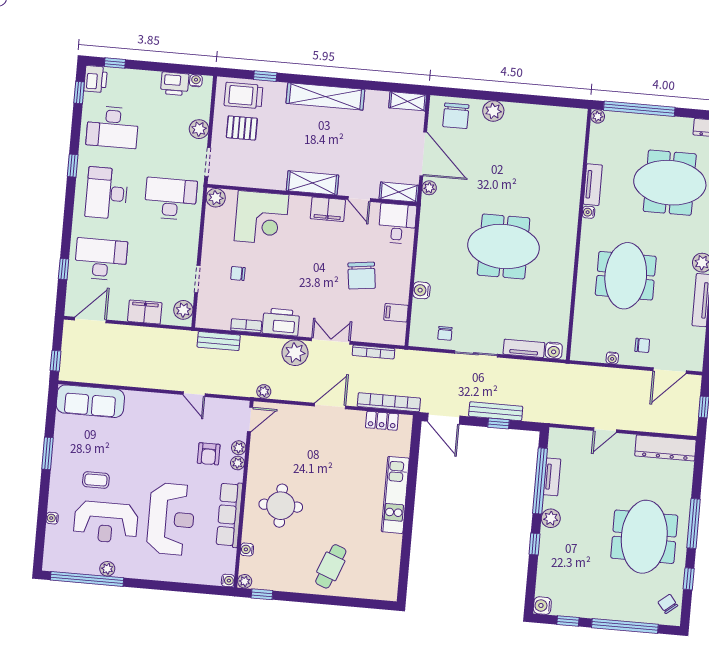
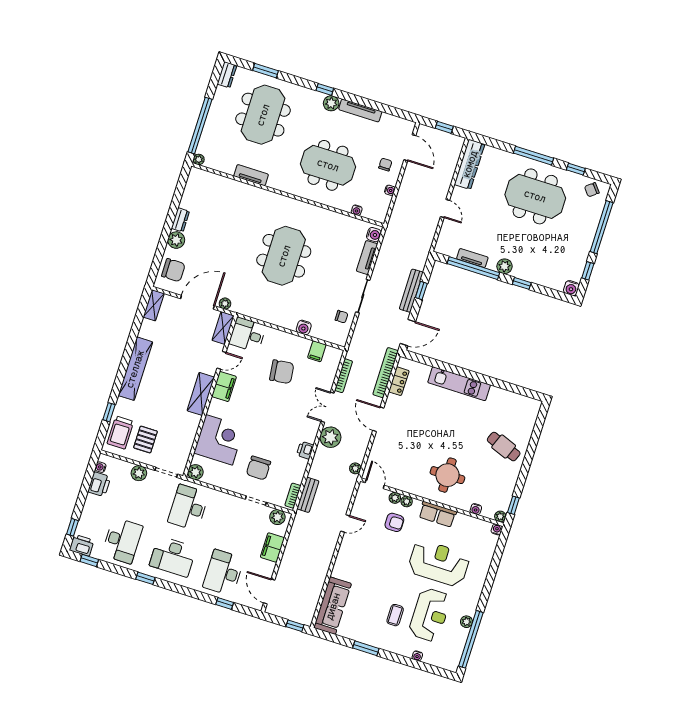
dresser: (519, 111) -> (180, 220), added
water cooler: (589, 212) -> (357, 210), moved
chair: (238, 273) -> (258, 468), width x1.87, depth x1.87
printer: (281, 322) -> (305, 450), width x0.53, depth x0.68
bookcase: (246, 326) -> (293, 496), moved
row of seats: (229, 515) -> (437, 514), width x0.68

